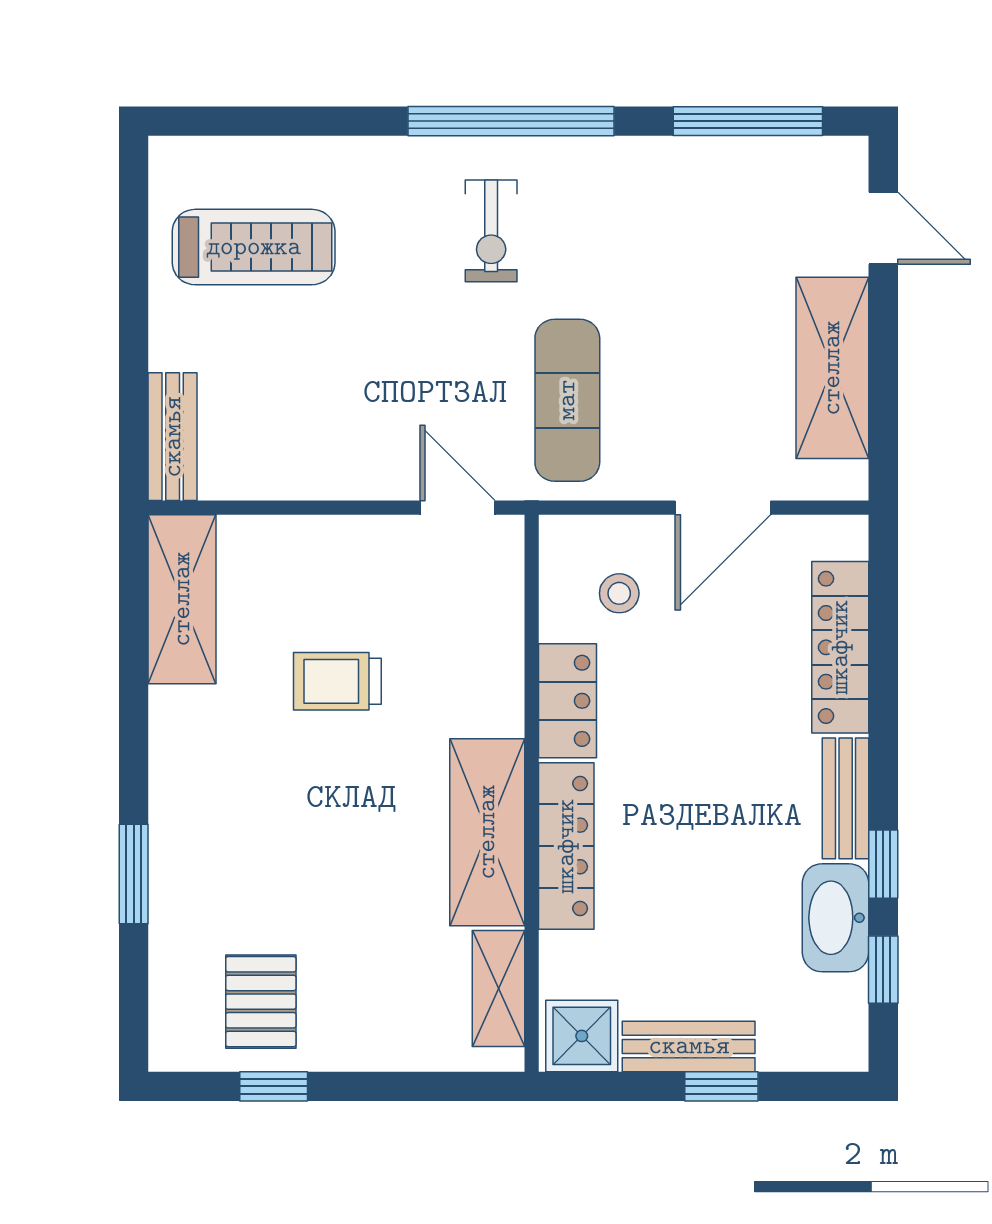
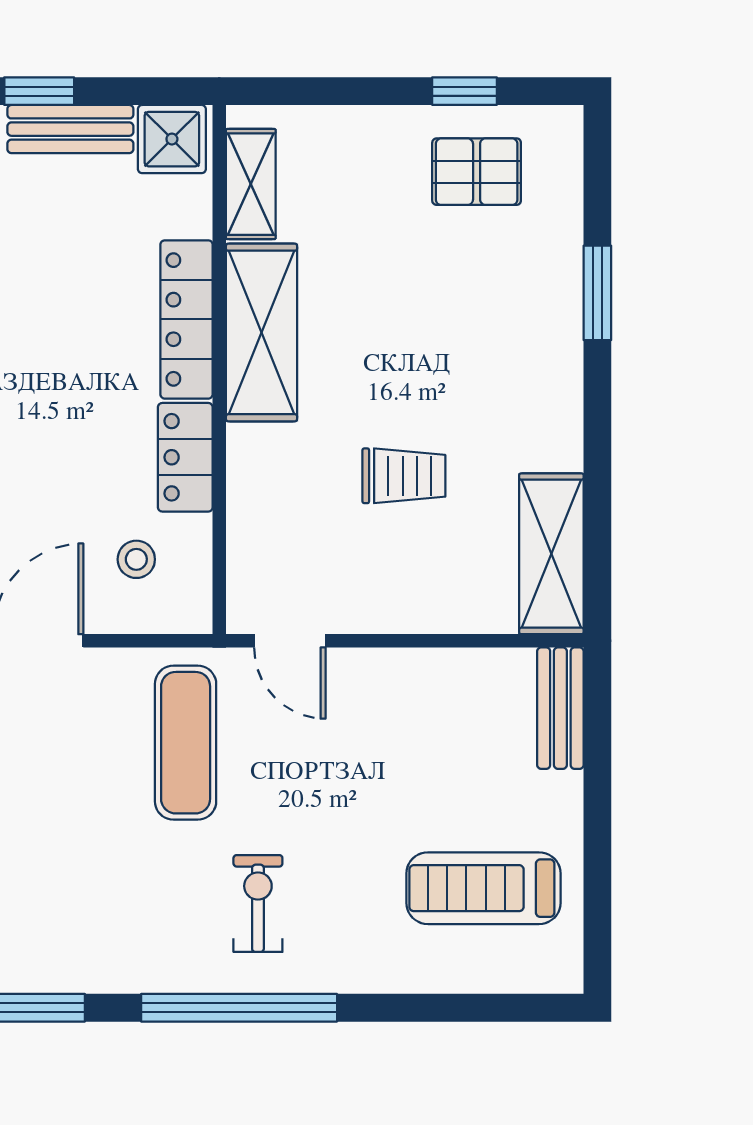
pallet: (261, 1002) -> (477, 172), turned 90

